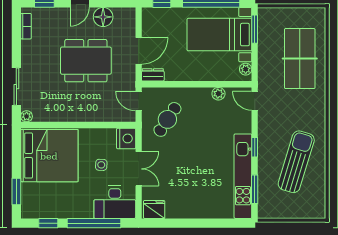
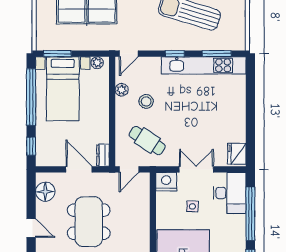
floor lamp: (103, 17) -> (45, 192), moved
stool: (207, 118) -> (146, 101), added

